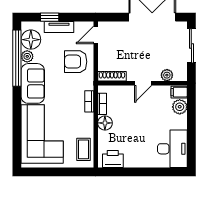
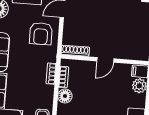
armchair: (76, 62) -> (41, 34), turned -90
plant: (167, 75) -> (129, 54), removed

